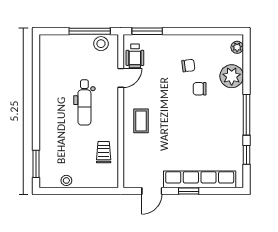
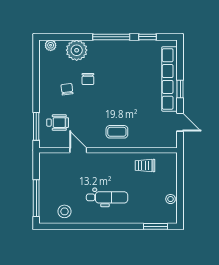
window: (90, 31) -> (36, 198), moved
stool: (101, 44) -> (64, 211), moved
wheelchair: (135, 56) -> (58, 123), moved
dental chair: (84, 102) -> (107, 197), moved

